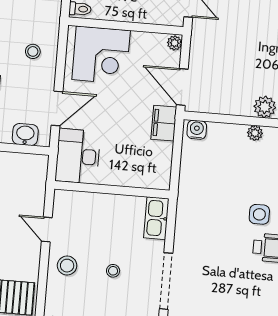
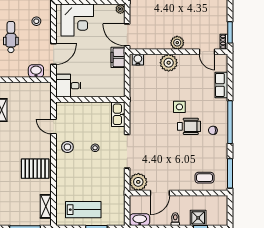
plant: (255, 133) -> (169, 63), width x1.88, depth x1.88
desk: (78, 156) -> (68, 86), width x0.73

